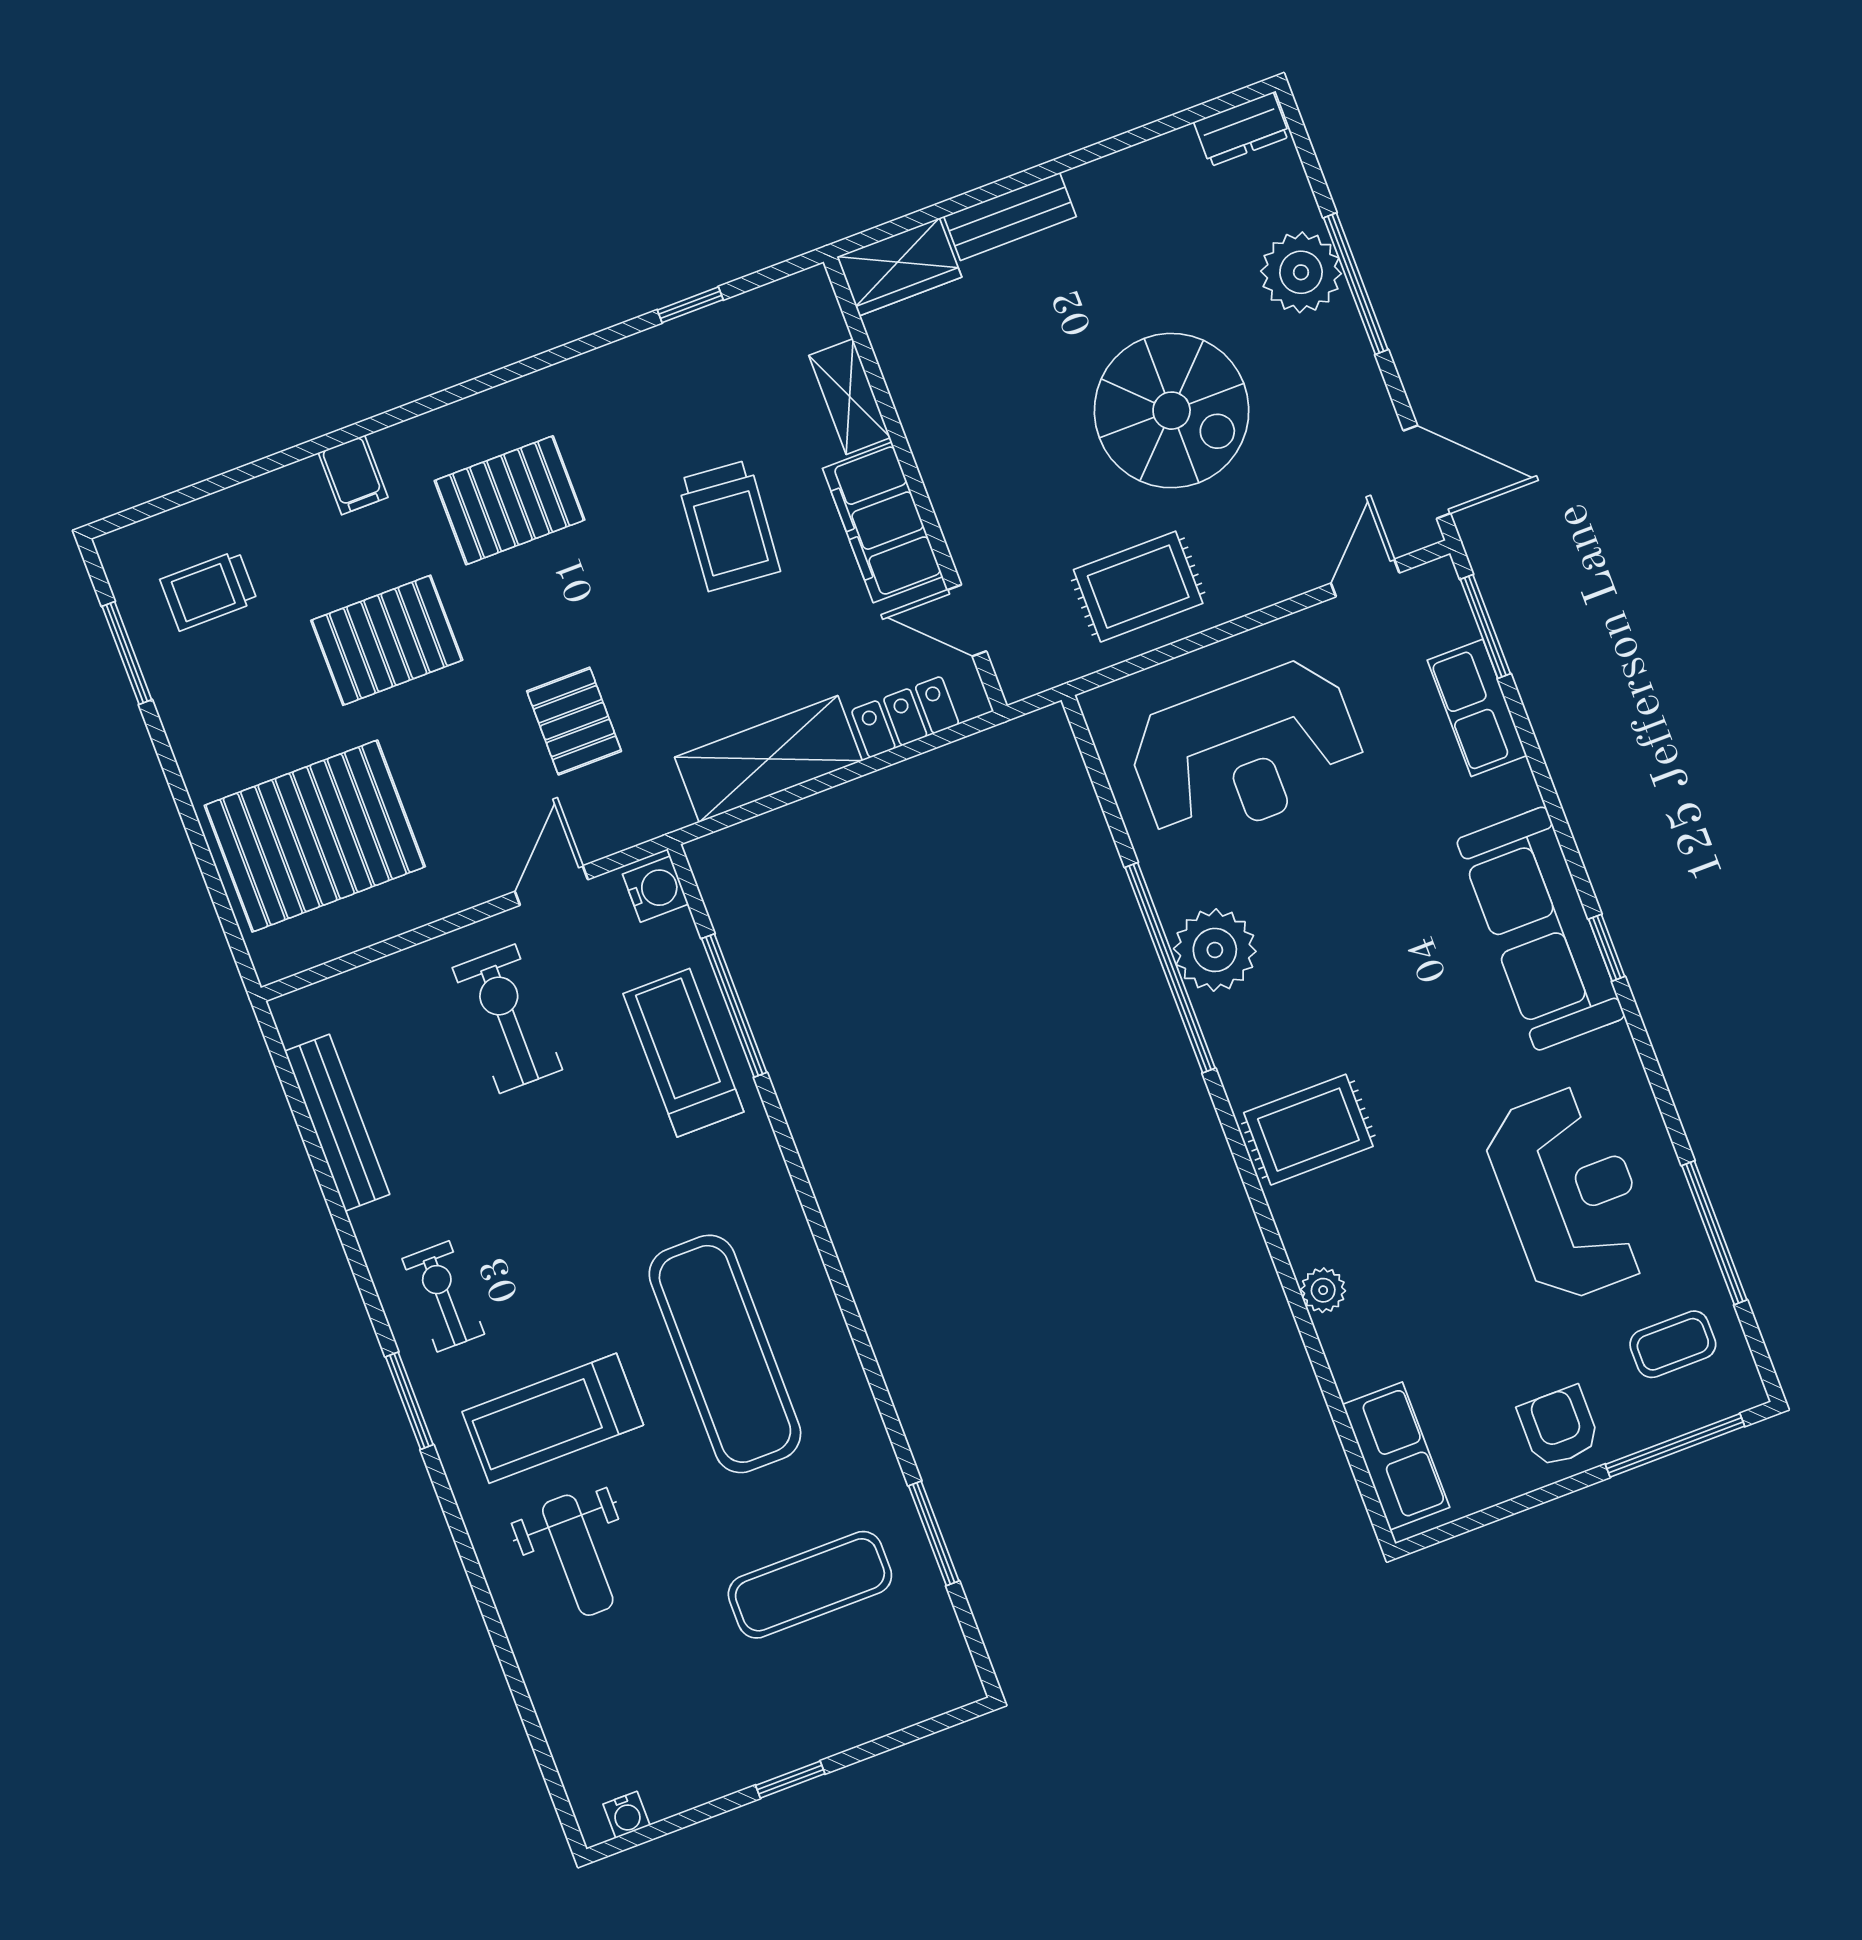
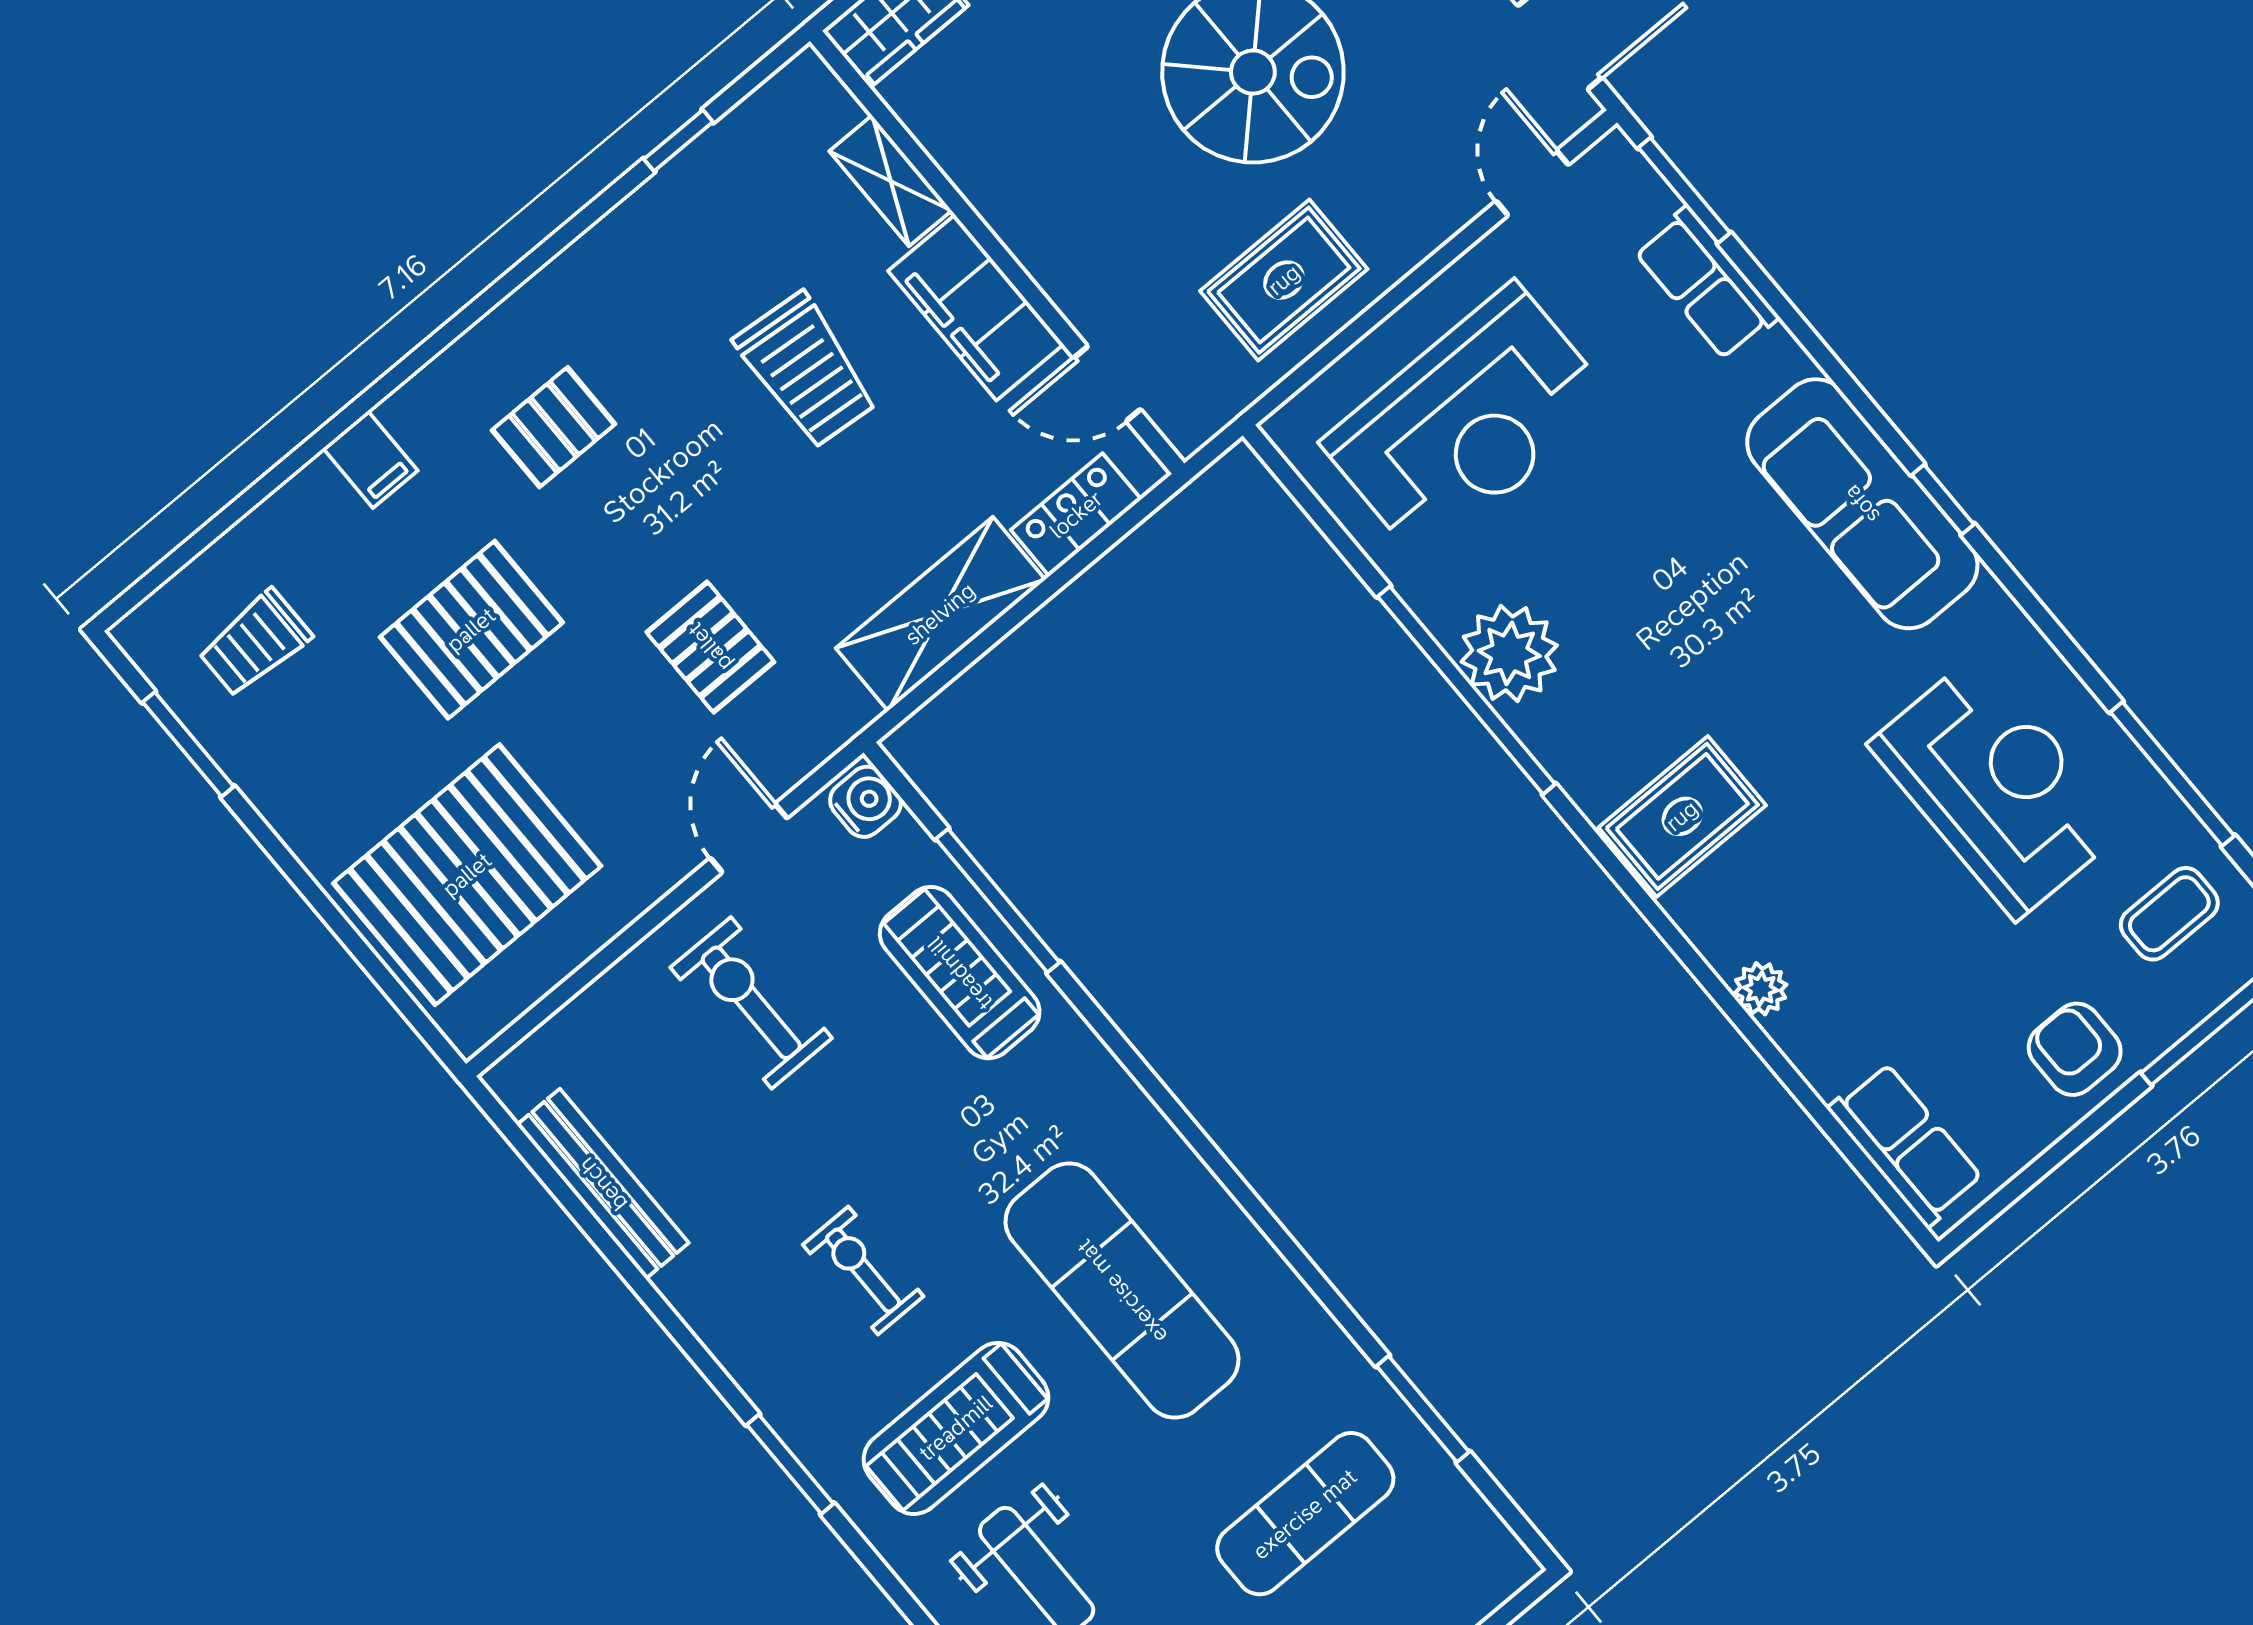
pallet: (510, 500) -> (554, 427), width x0.67, depth x0.71
exercise bike: (443, 1296) -> (863, 1271), moved

